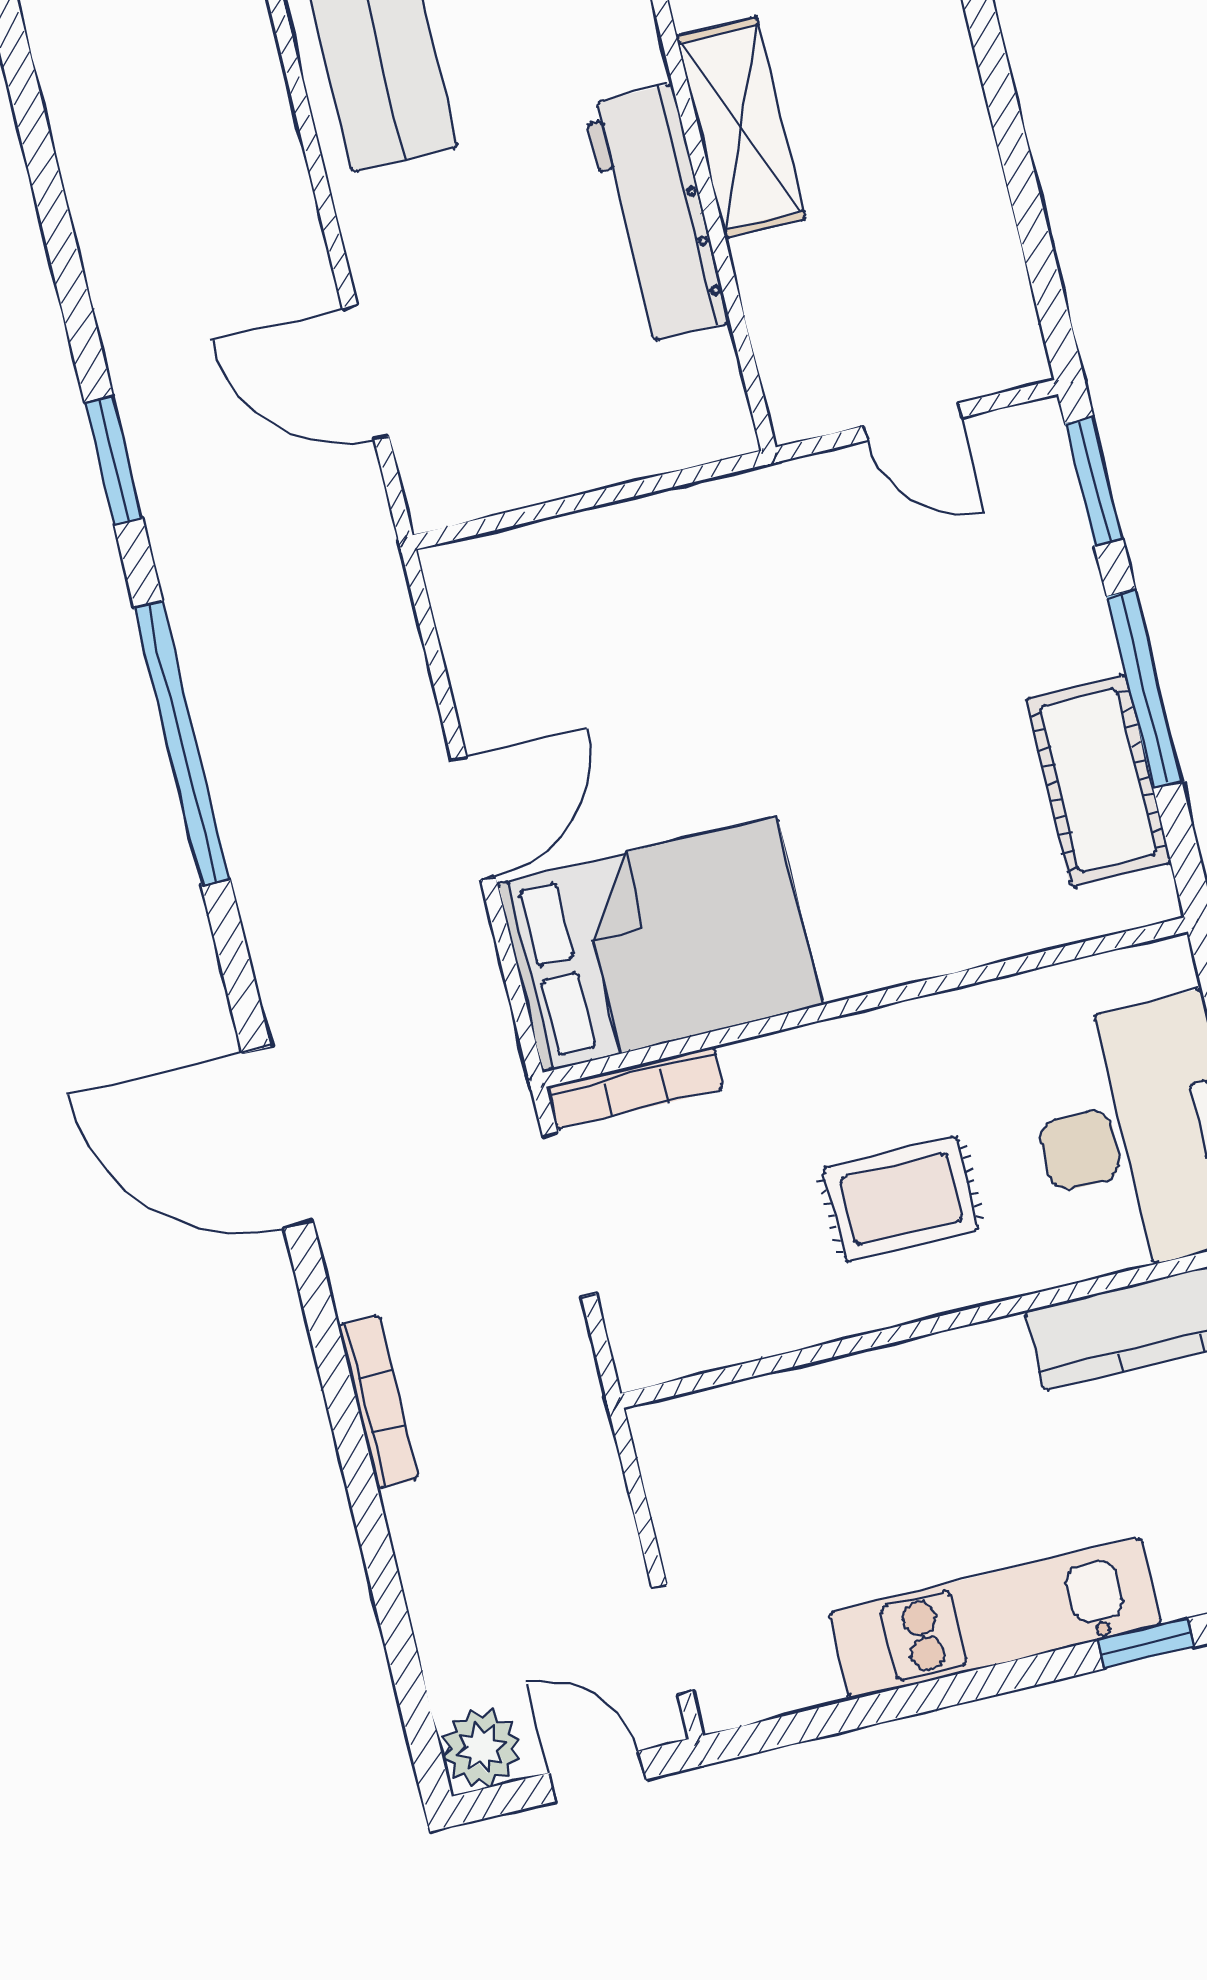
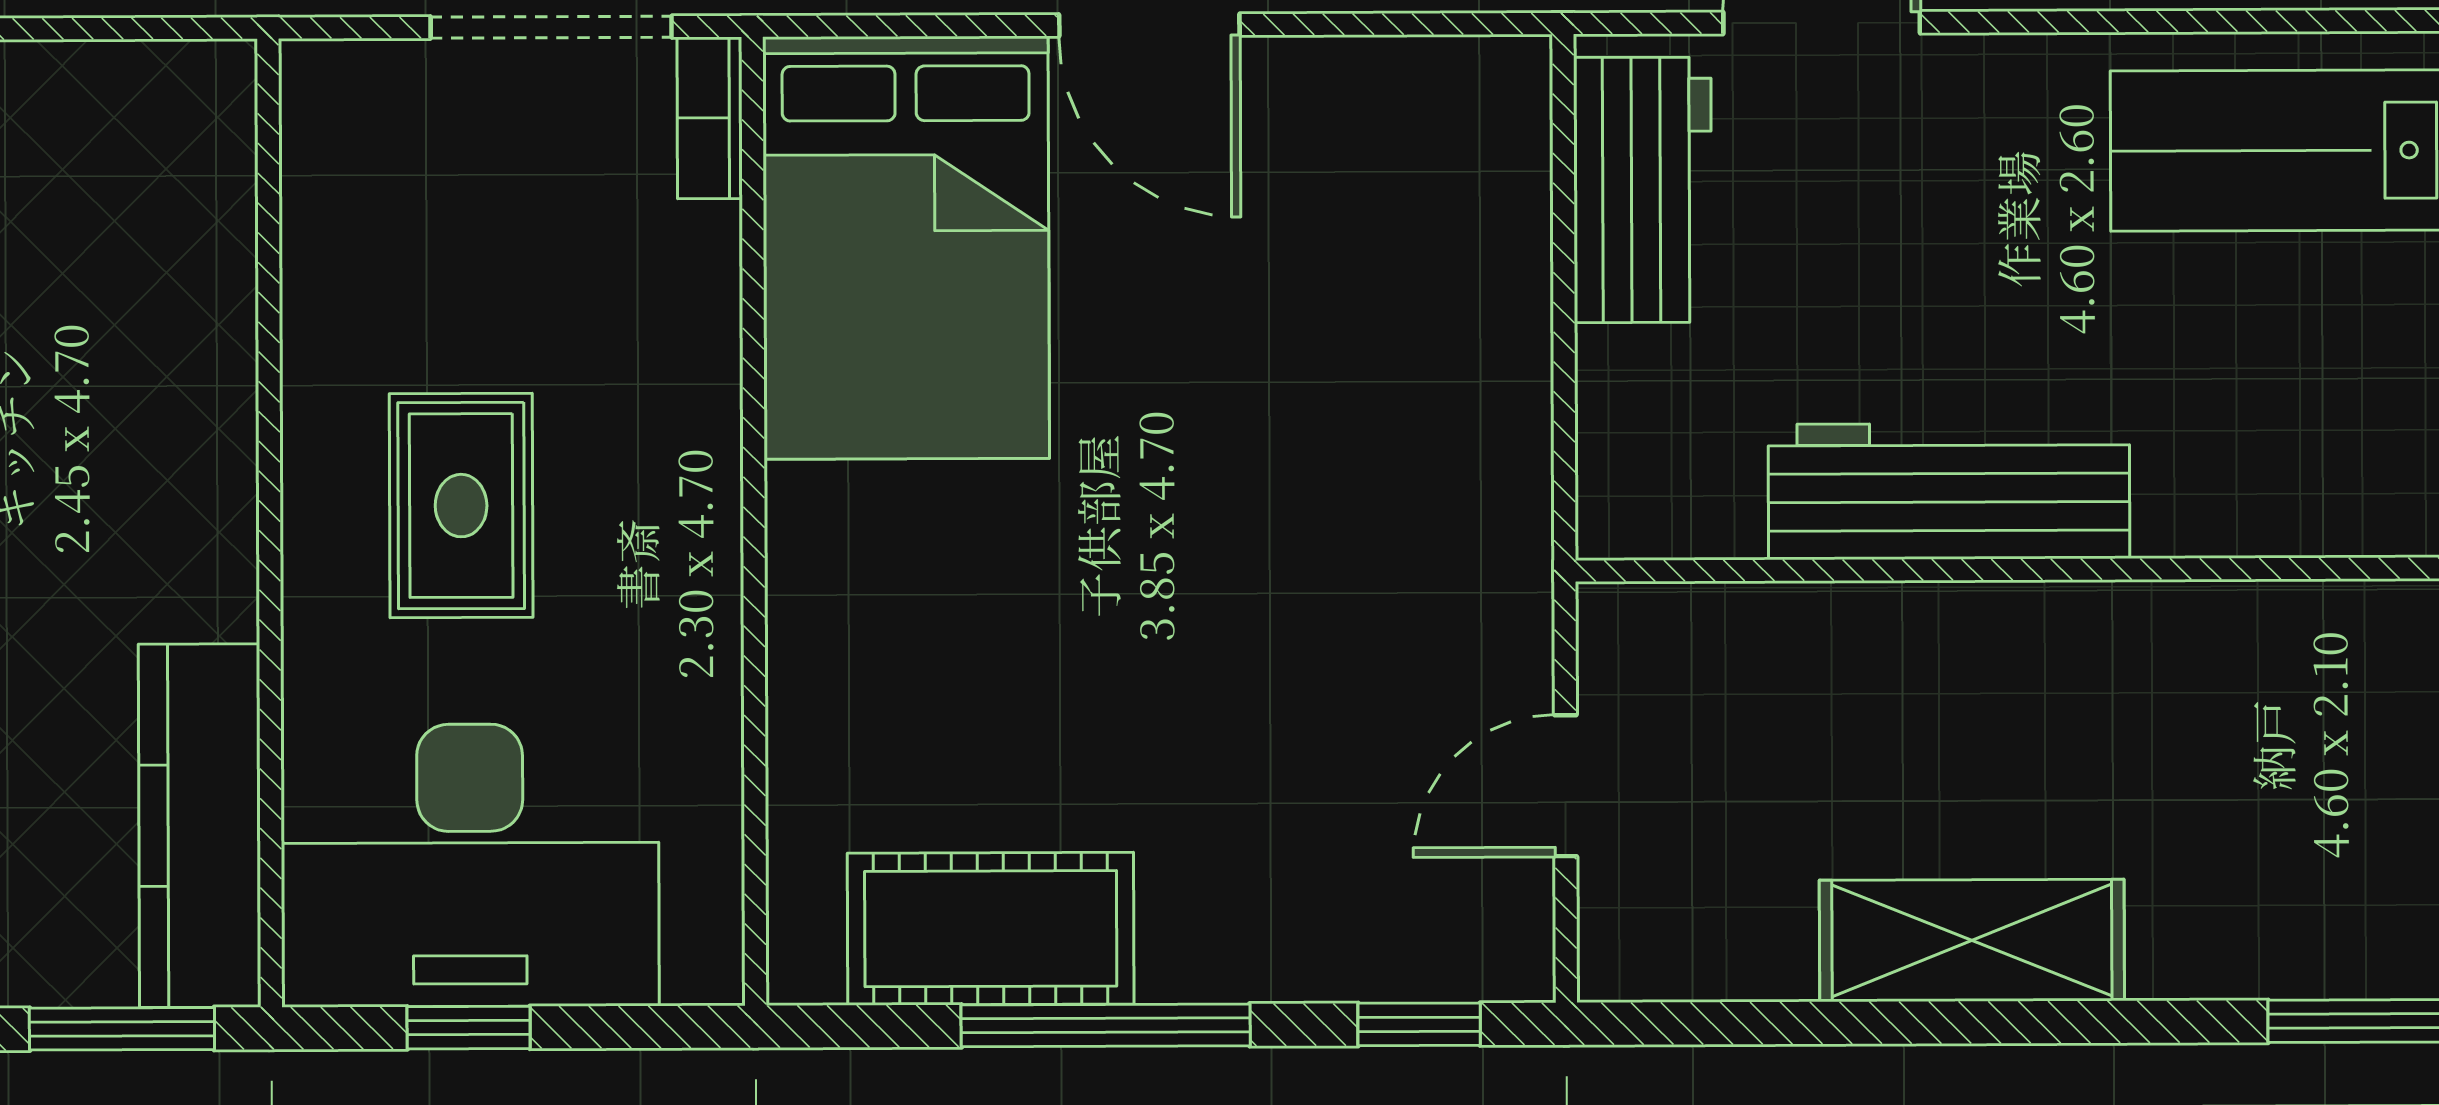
shelving: (741, 127) -> (1972, 940), moved
workbench: (505, 465) -> (1643, 190), added
window: (1094, 481) -> (1419, 1024), width x0.67
bookcase: (635, 1088) -> (710, 118), width x0.64

